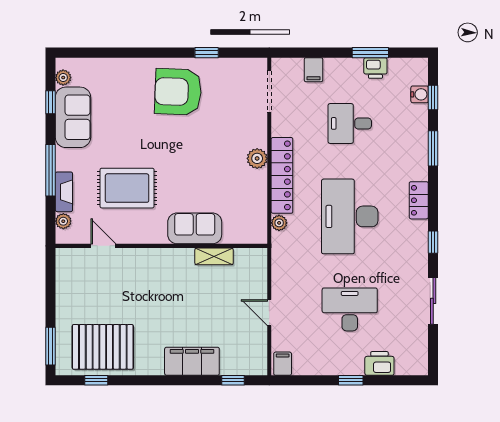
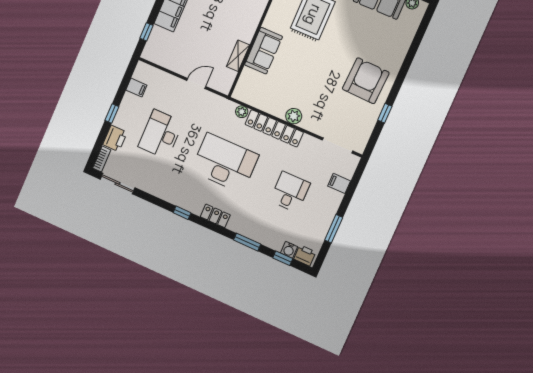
printer: (375, 68) -> (305, 255), moved, turned 90
sliding door: (433, 301) -> (118, 184), moved
desk: (350, 309) -> (161, 134), turned 180
door: (269, 313) -> (196, 83), moved
filing cabinet: (283, 364) -> (136, 88), moved
bookcase: (412, 369) -> (102, 159), added

